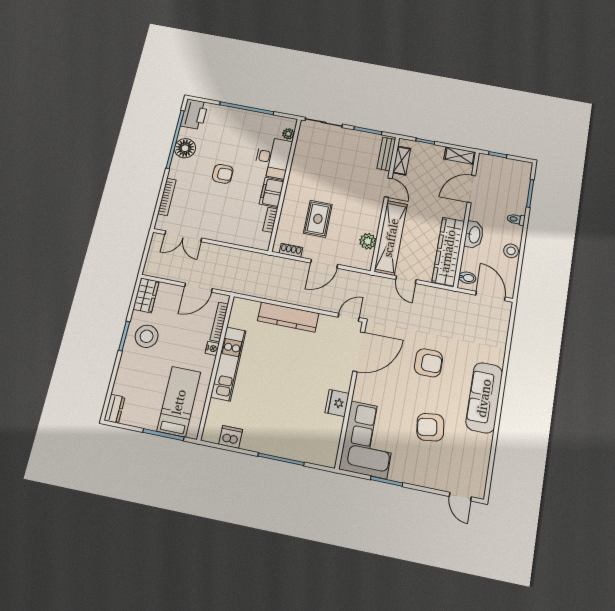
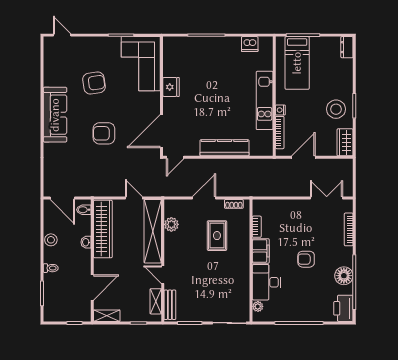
washbasin: (474, 235) -> (86, 242), width x0.52, depth x0.69

